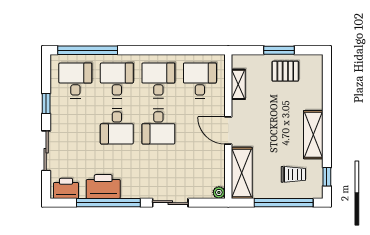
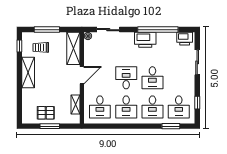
window: (88, 50) -> (171, 126), width x0.47
window: (46, 103) -> (197, 103), moved
desk: (117, 126) -> (152, 78), turned 180
door: (228, 131) -> (82, 75), hinge flipped
printer: (103, 187) -> (145, 40), moved
sliding door: (170, 203) -> (108, 30), moved
window: (284, 203) -> (47, 30), width x0.68

